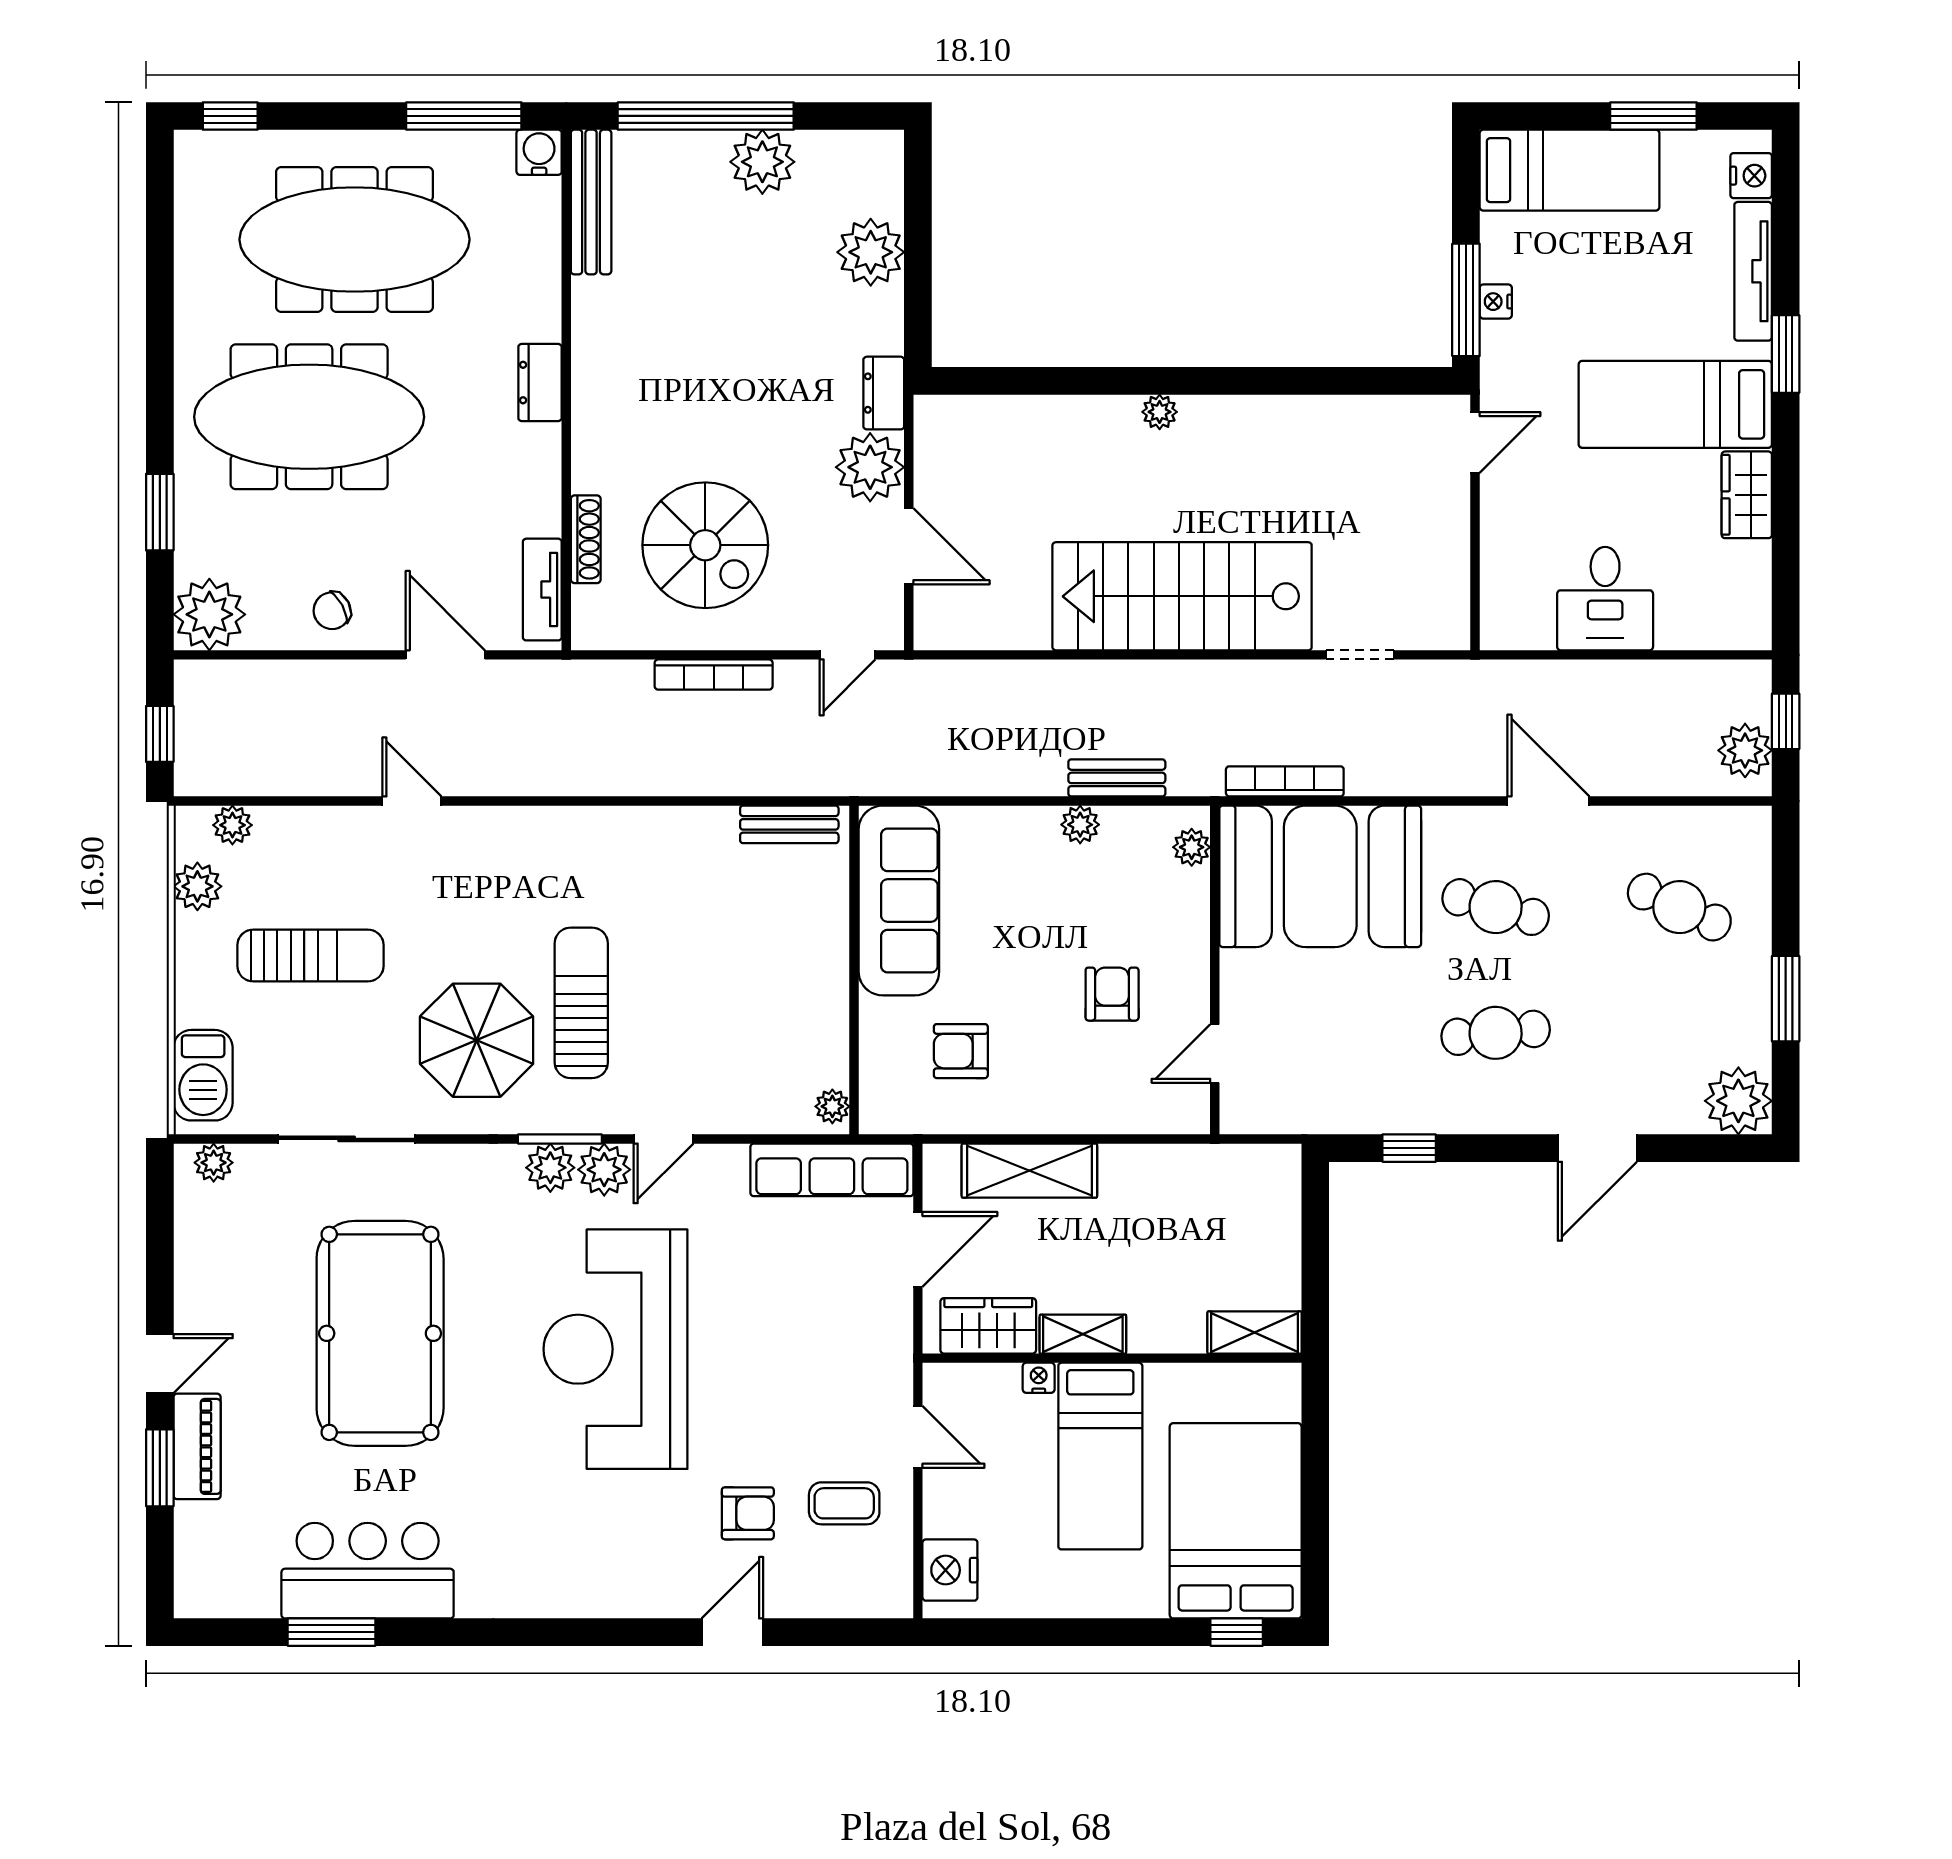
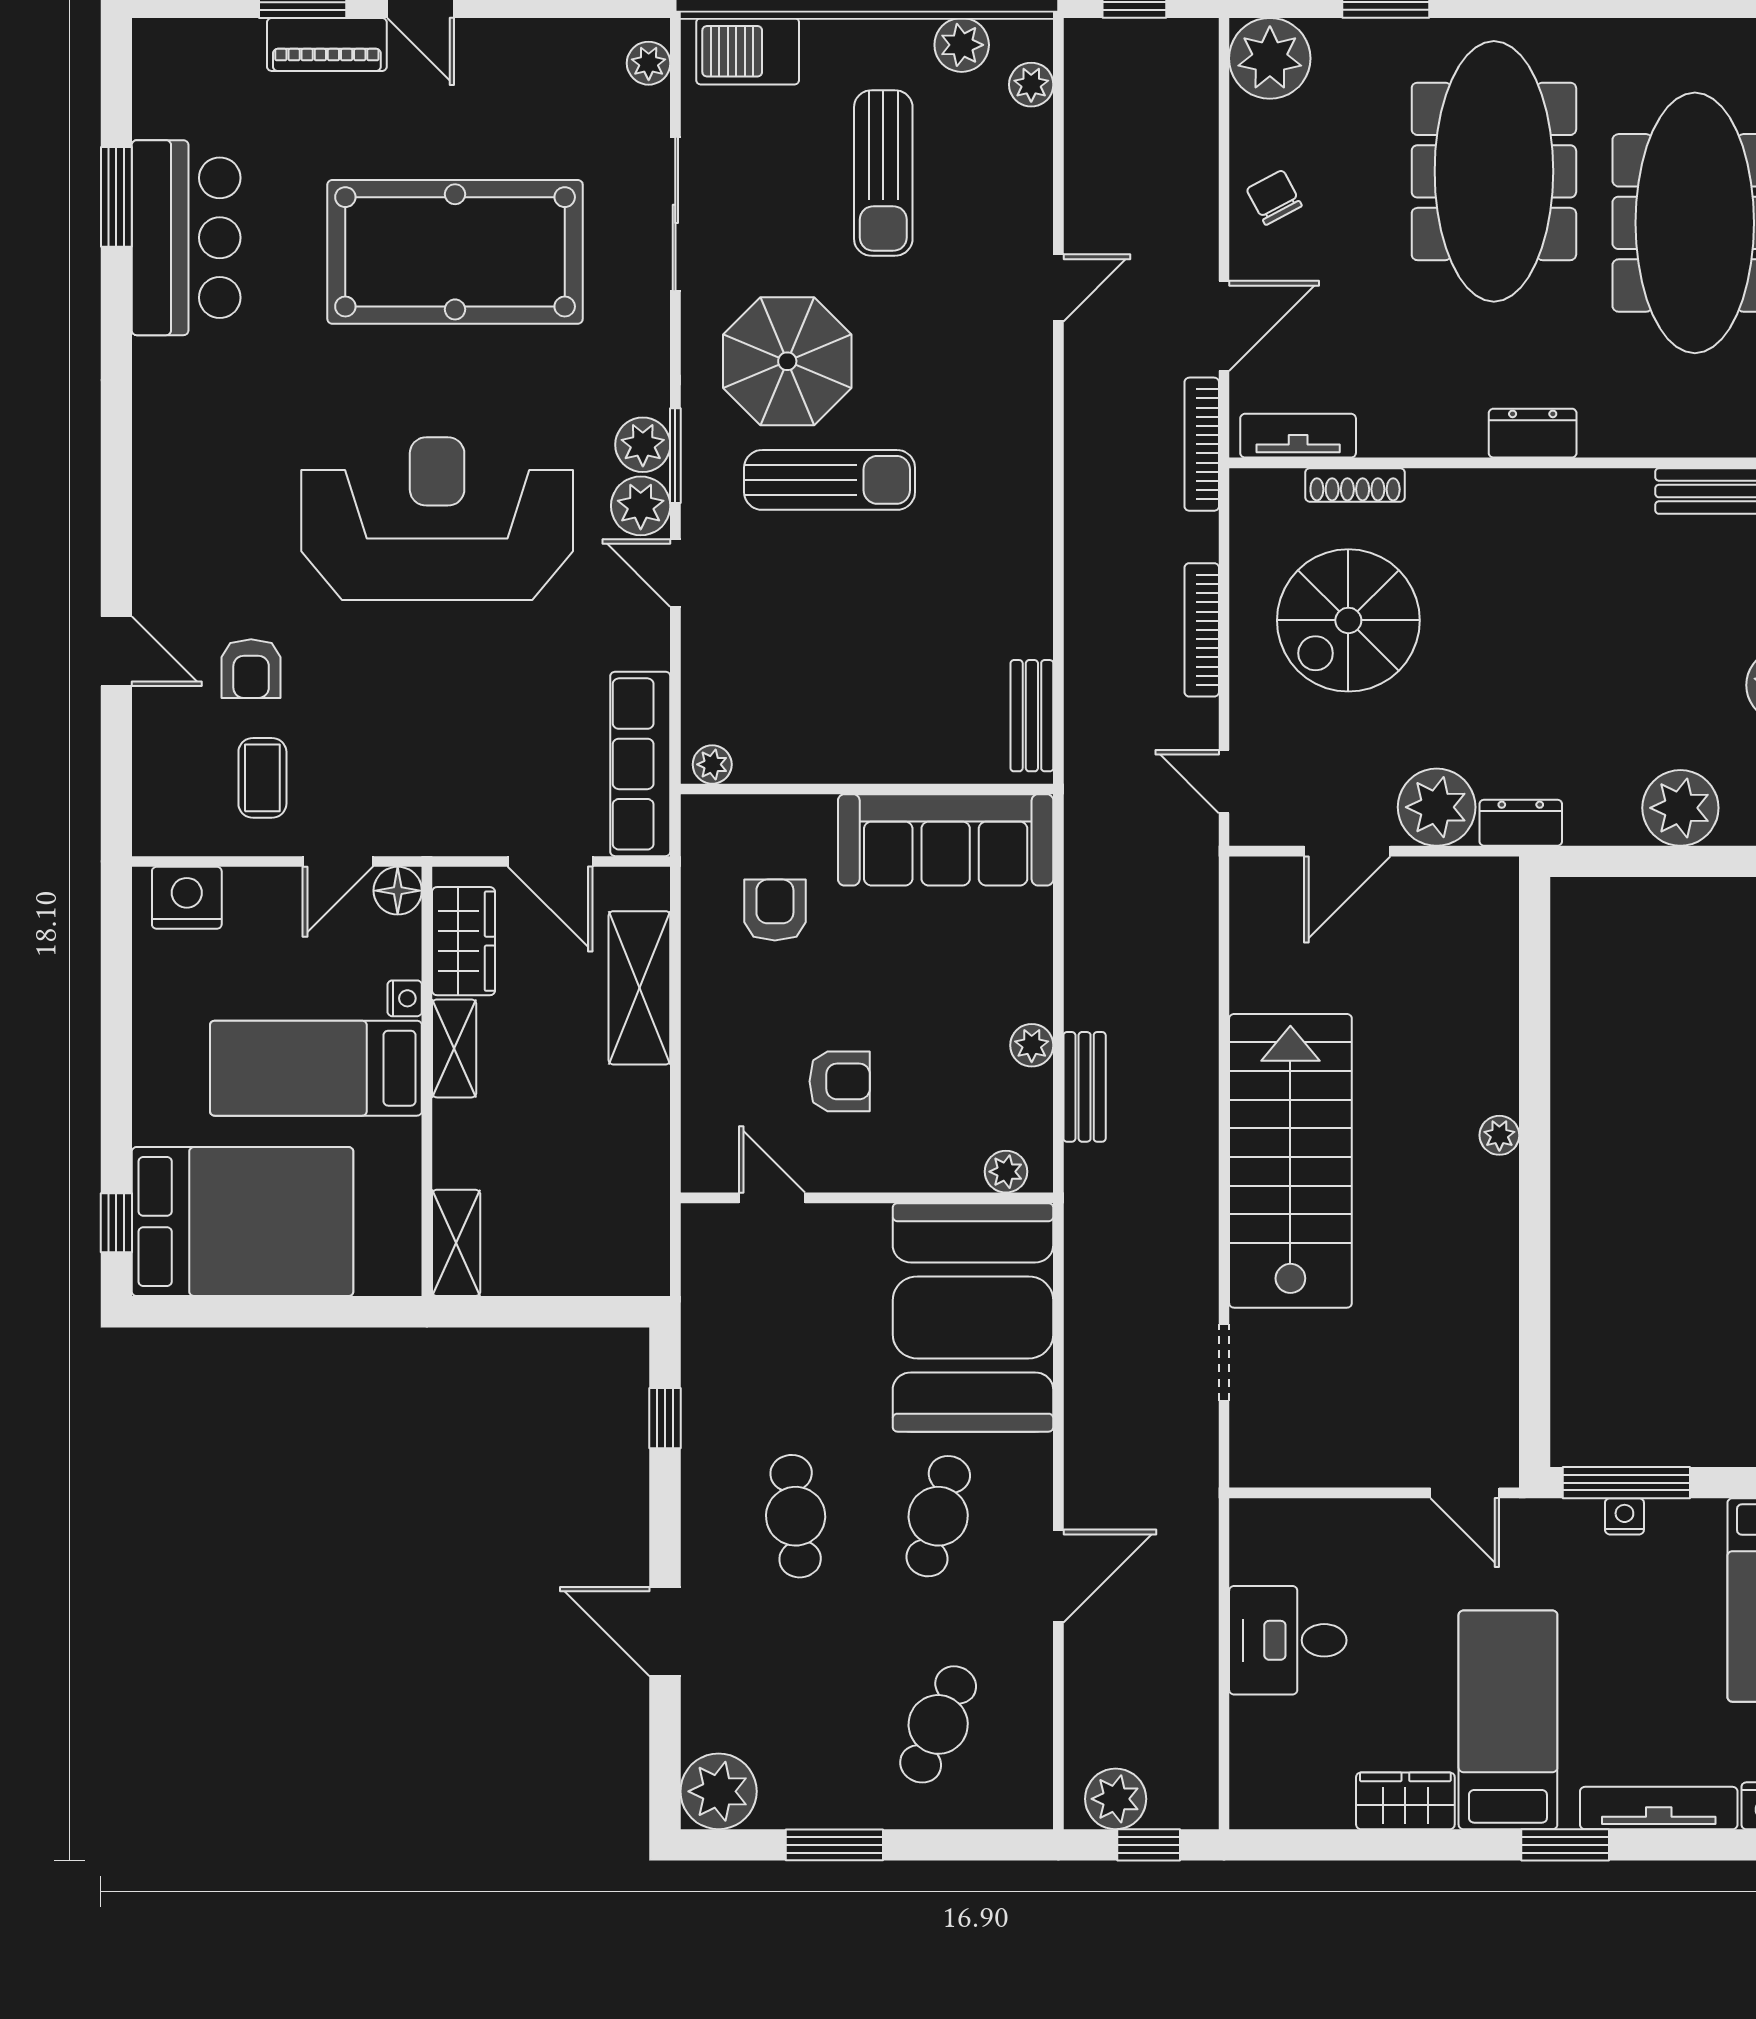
bookcase: (1285, 781) -> (1202, 444), moved, turned 180
floor lamp: (944, 1384) -> (398, 891), added

